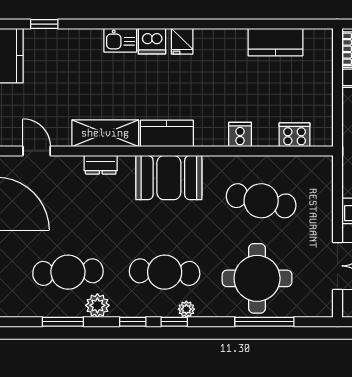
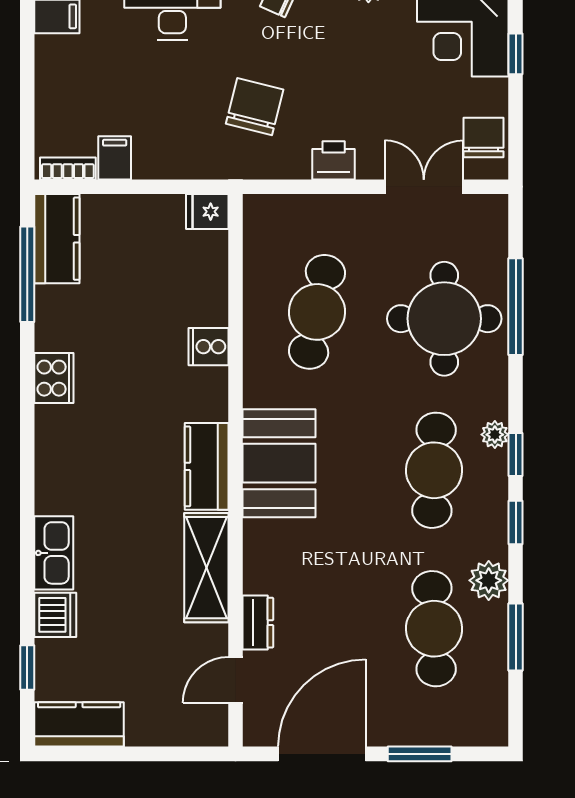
window: (284, 24) -> (27, 274), added
kitchen sink: (120, 40) -> (54, 553), width x1.38
dishwasher: (152, 41) -> (55, 615), moved
fridge: (182, 41) -> (207, 212), moved, turned 180
kitchen counter: (276, 42) -> (57, 239), moved
cooker: (295, 135) -> (54, 378), moved, turned 180
dresser: (101, 165) -> (258, 623), moved

